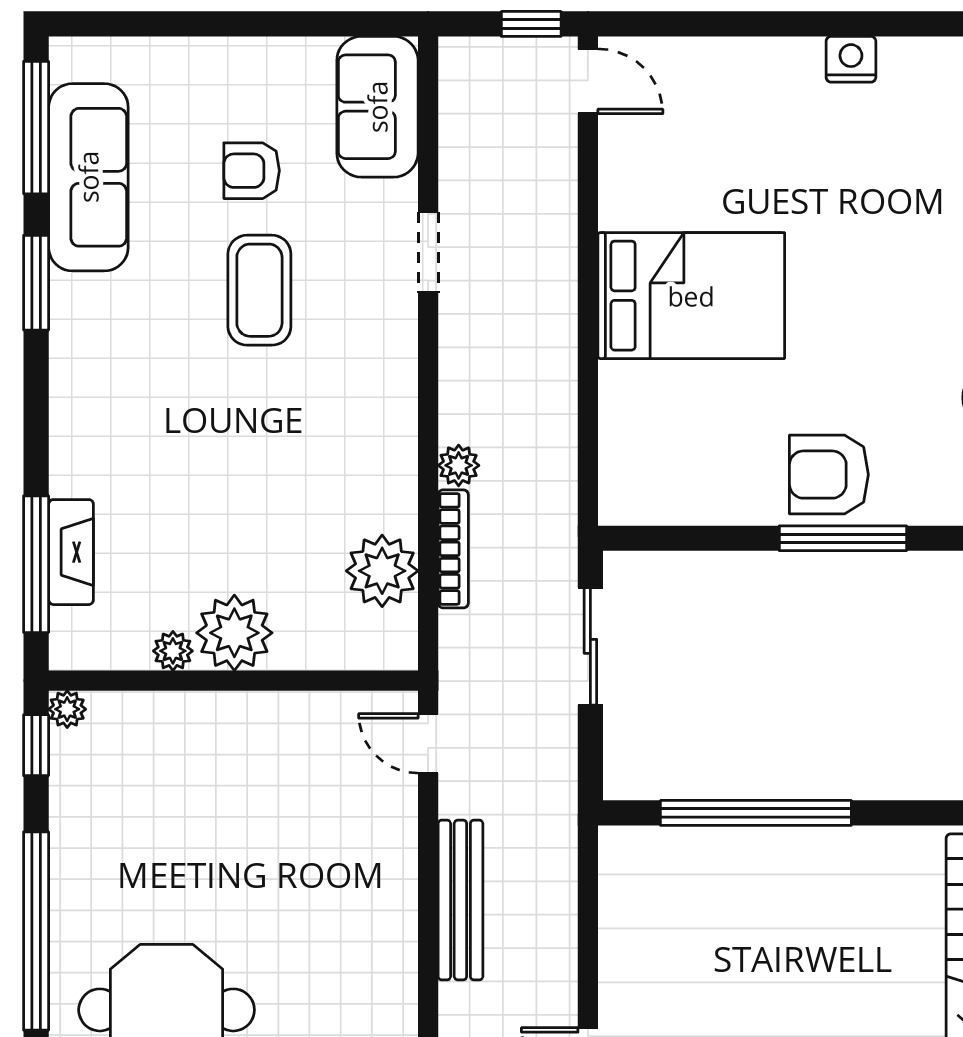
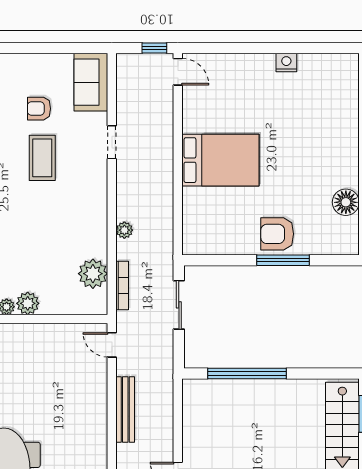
bookcase: (453, 549) -> (122, 286), moved
plant: (234, 633) -> (28, 303), width x0.73, depth x0.73

